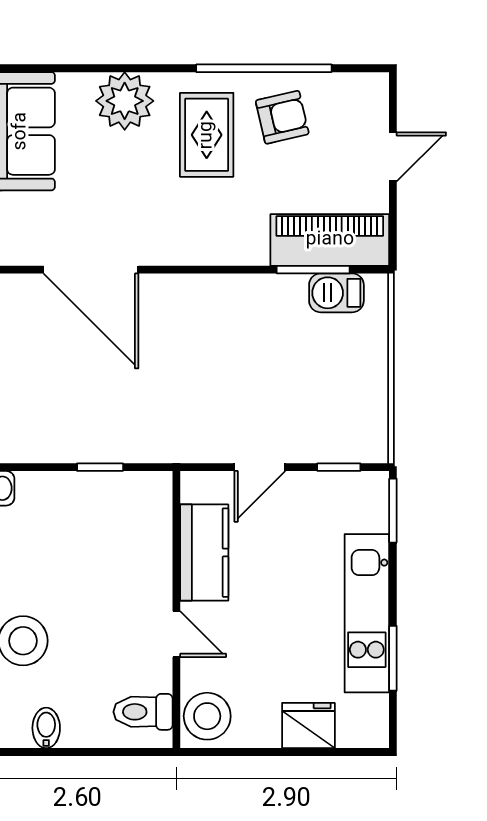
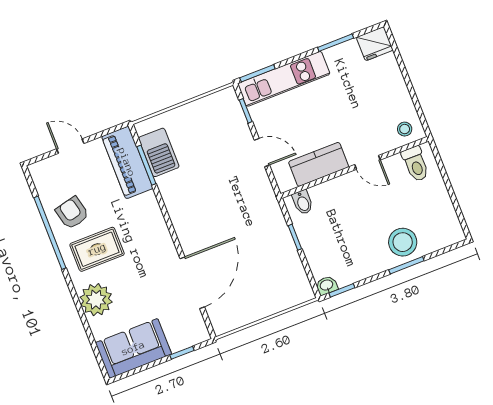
barbecue: (336, 293) -> (159, 152), width x1.38, depth x1.27
kitchen unit: (367, 613) -> (284, 79), moved
door: (176, 634) -> (368, 162), swing flipped
stool: (207, 716) -> (405, 129), width x0.53, depth x0.53
fridge: (308, 726) -> (375, 44), moved, turned -90
bidet: (46, 728) -> (303, 202), moved, turned -90

